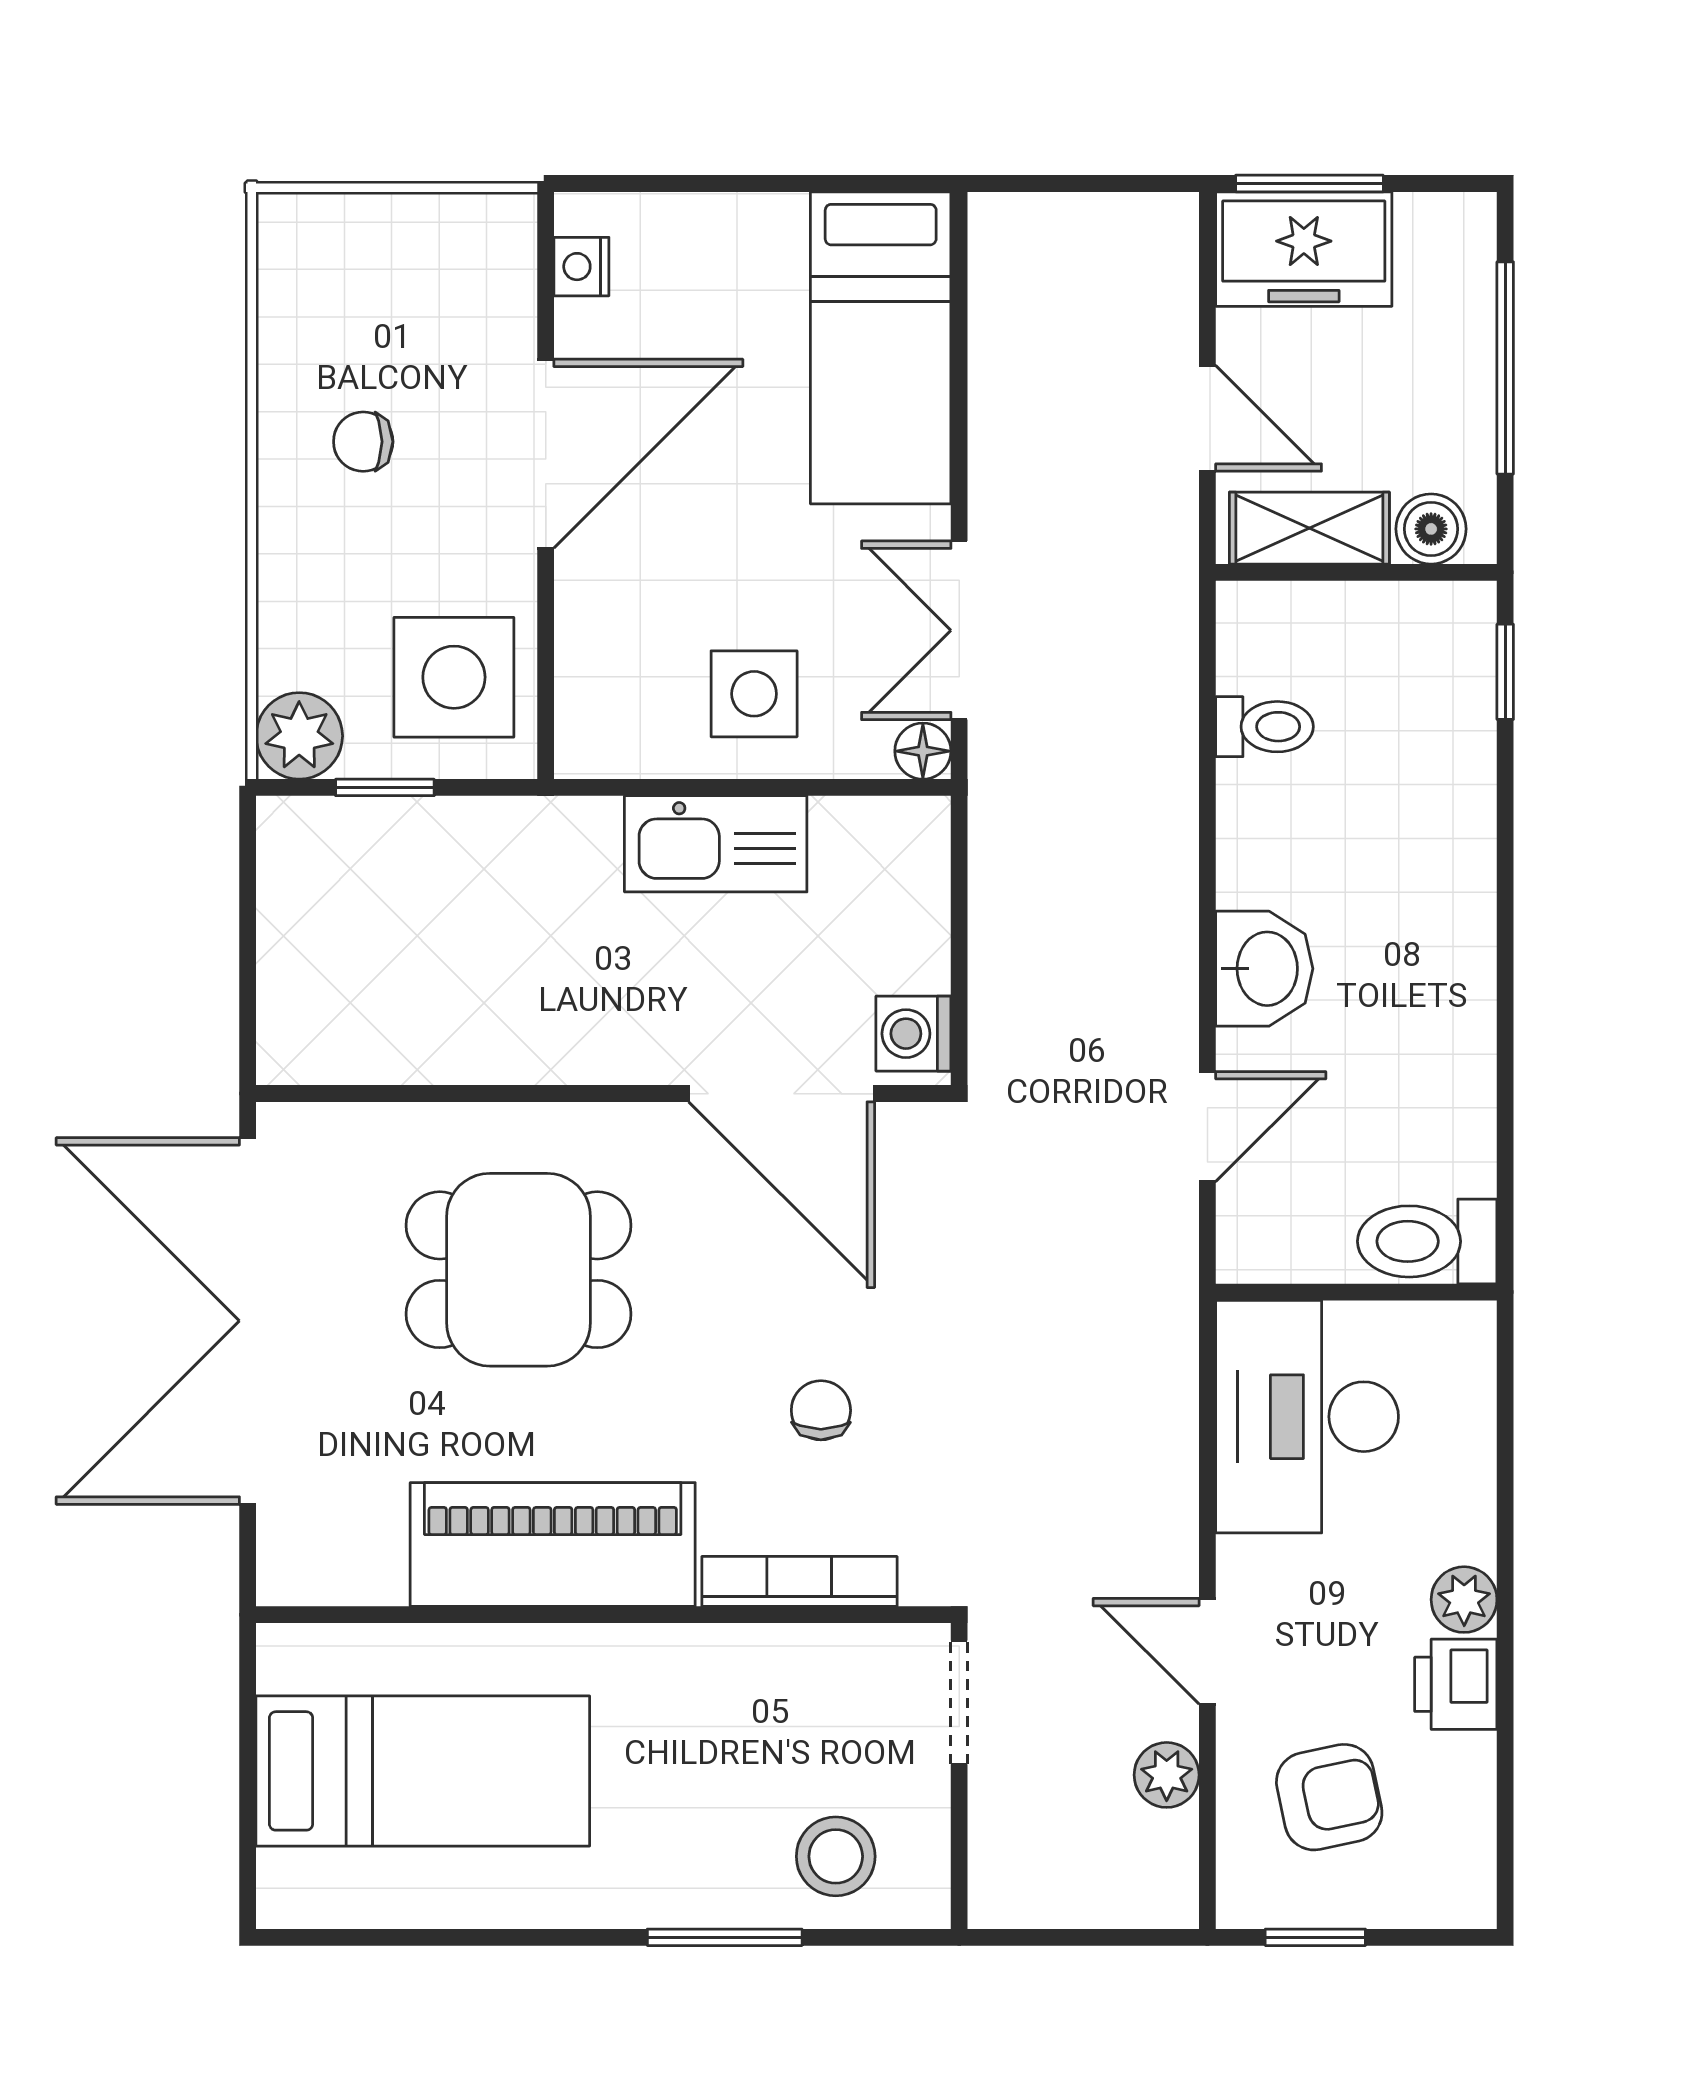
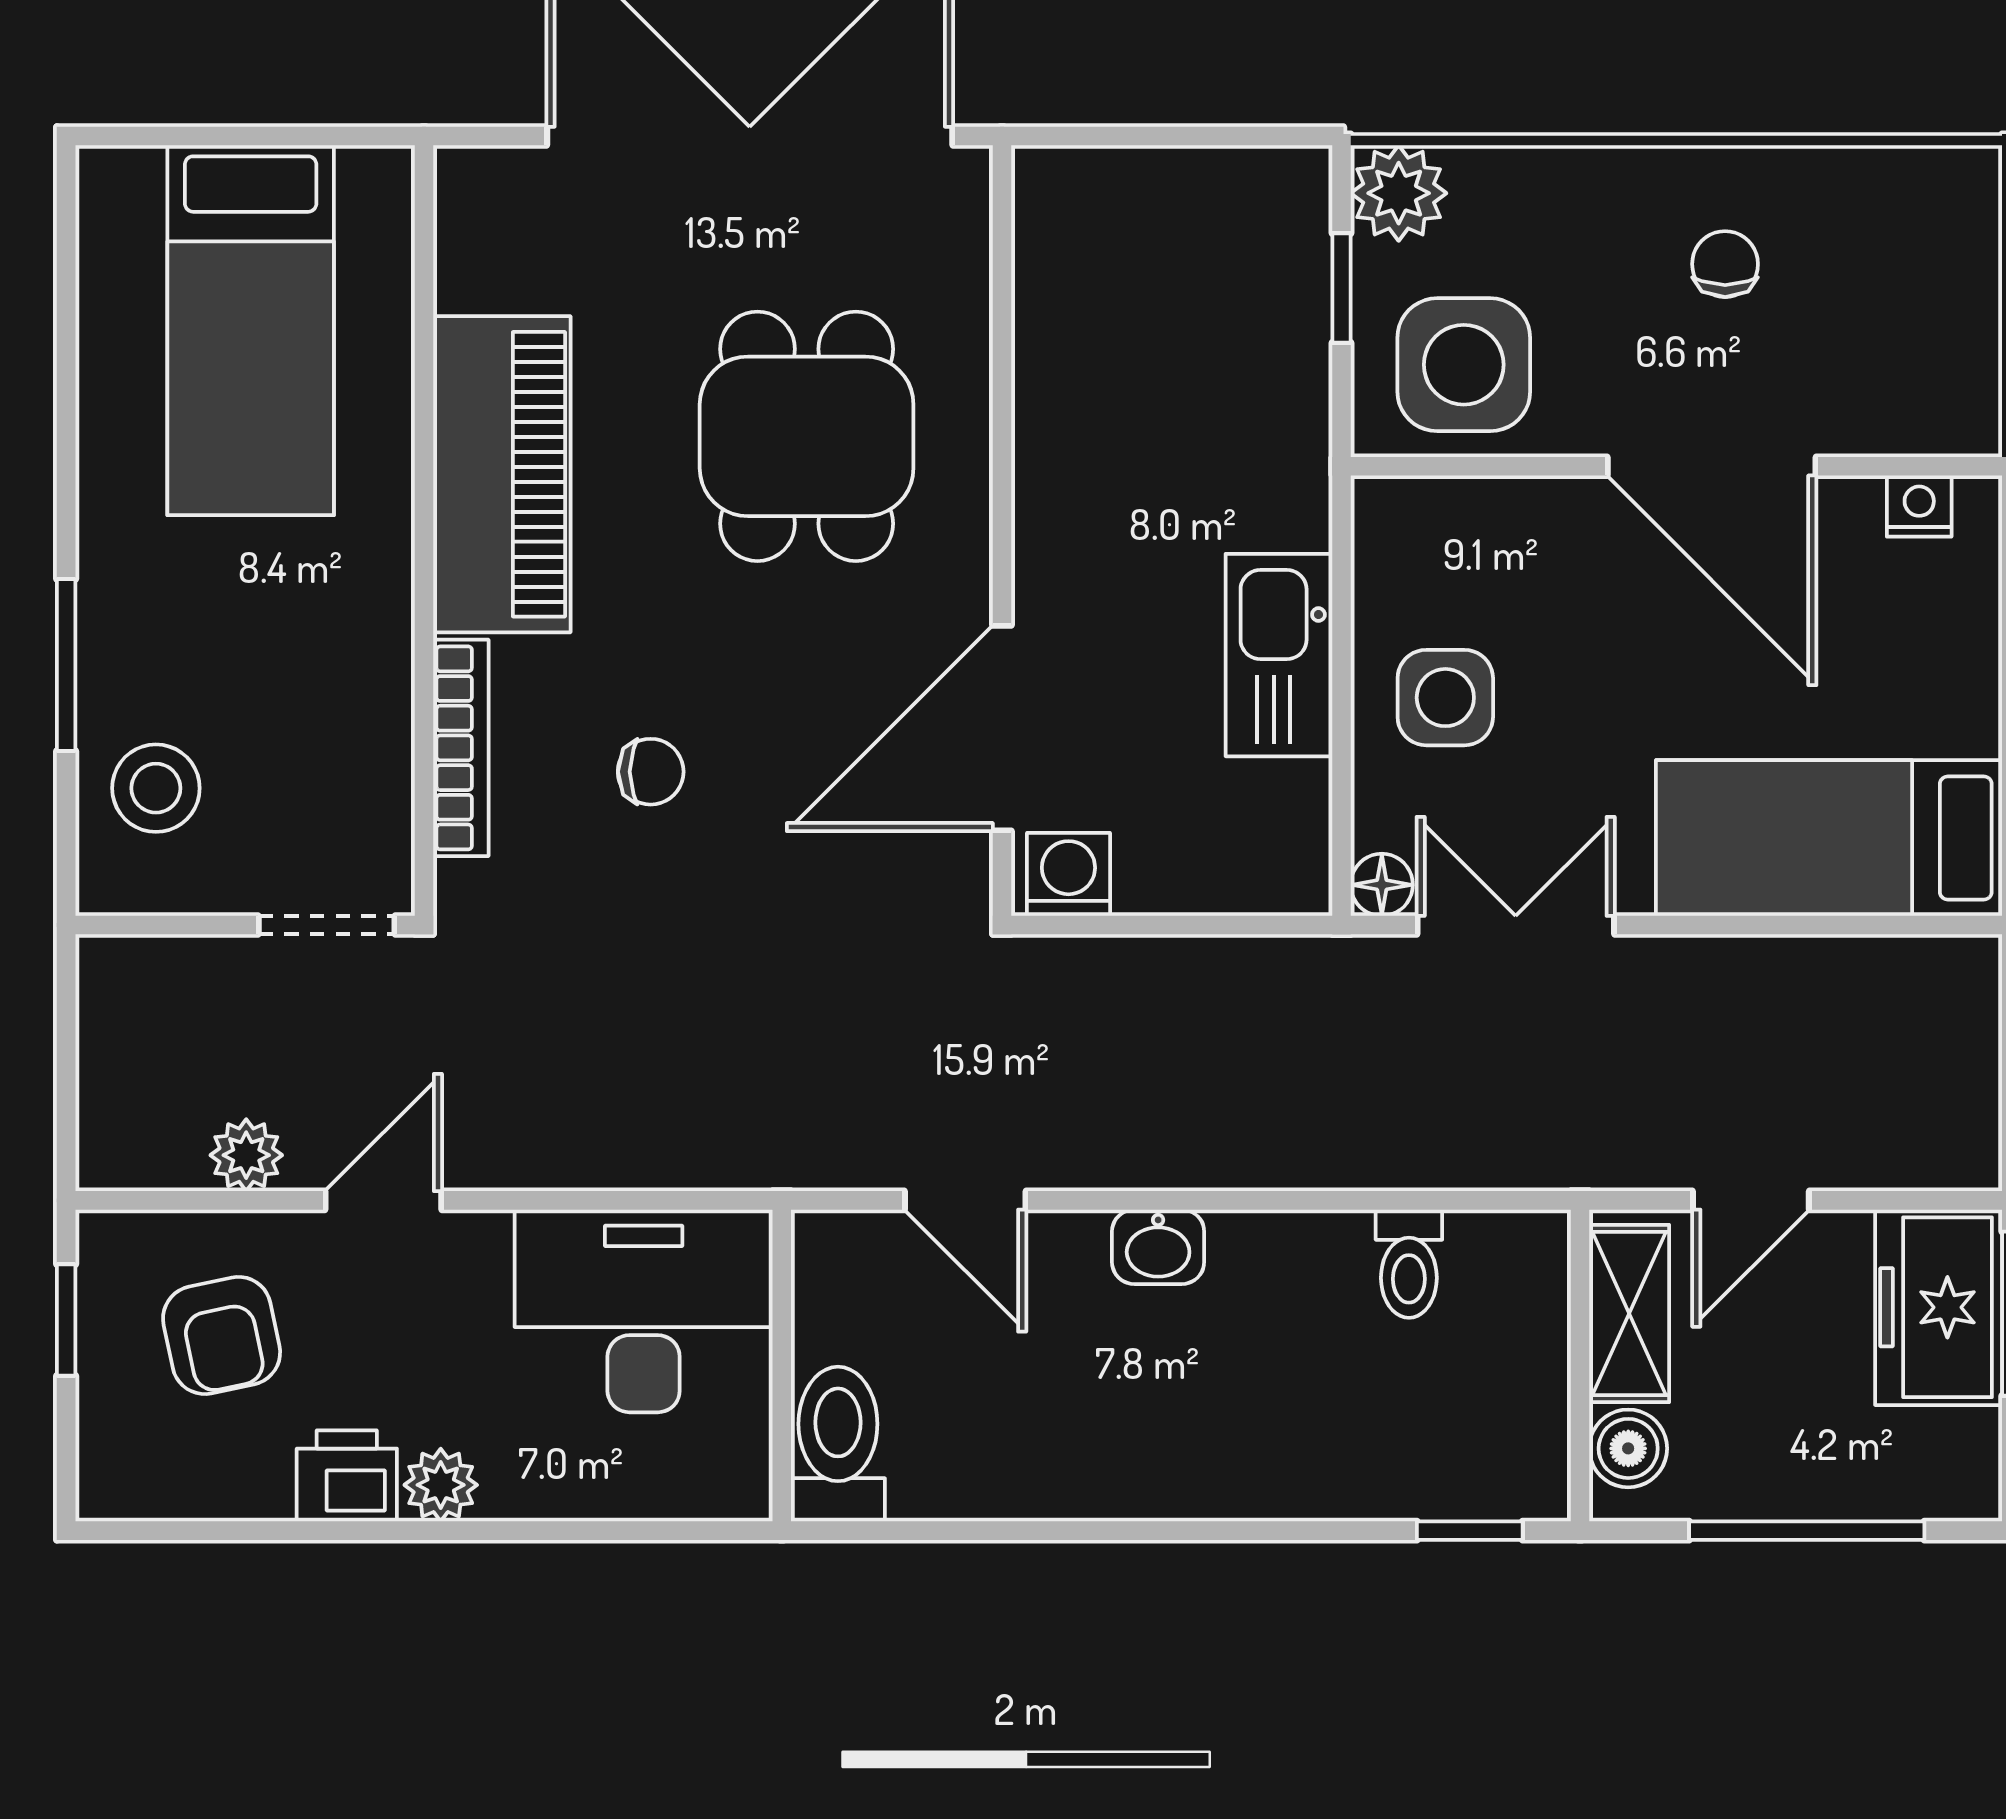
washbasin: (1264, 969) -> (1158, 1247), width x0.72, depth x0.69

